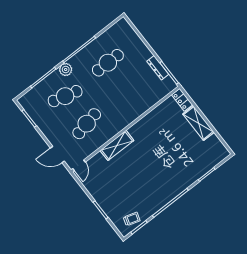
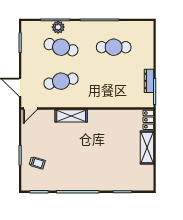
plant: (66, 70) -> (58, 27), moved
trolley: (132, 219) -> (37, 163), moved

